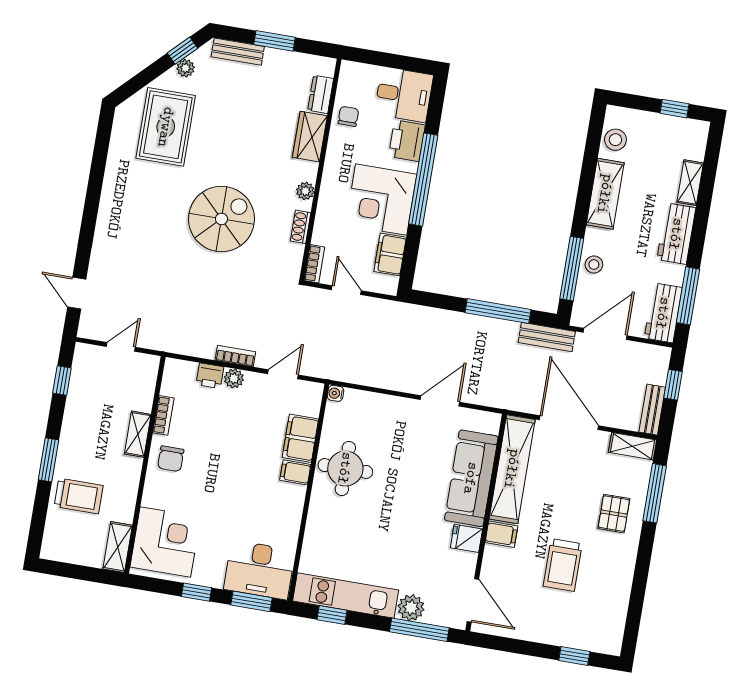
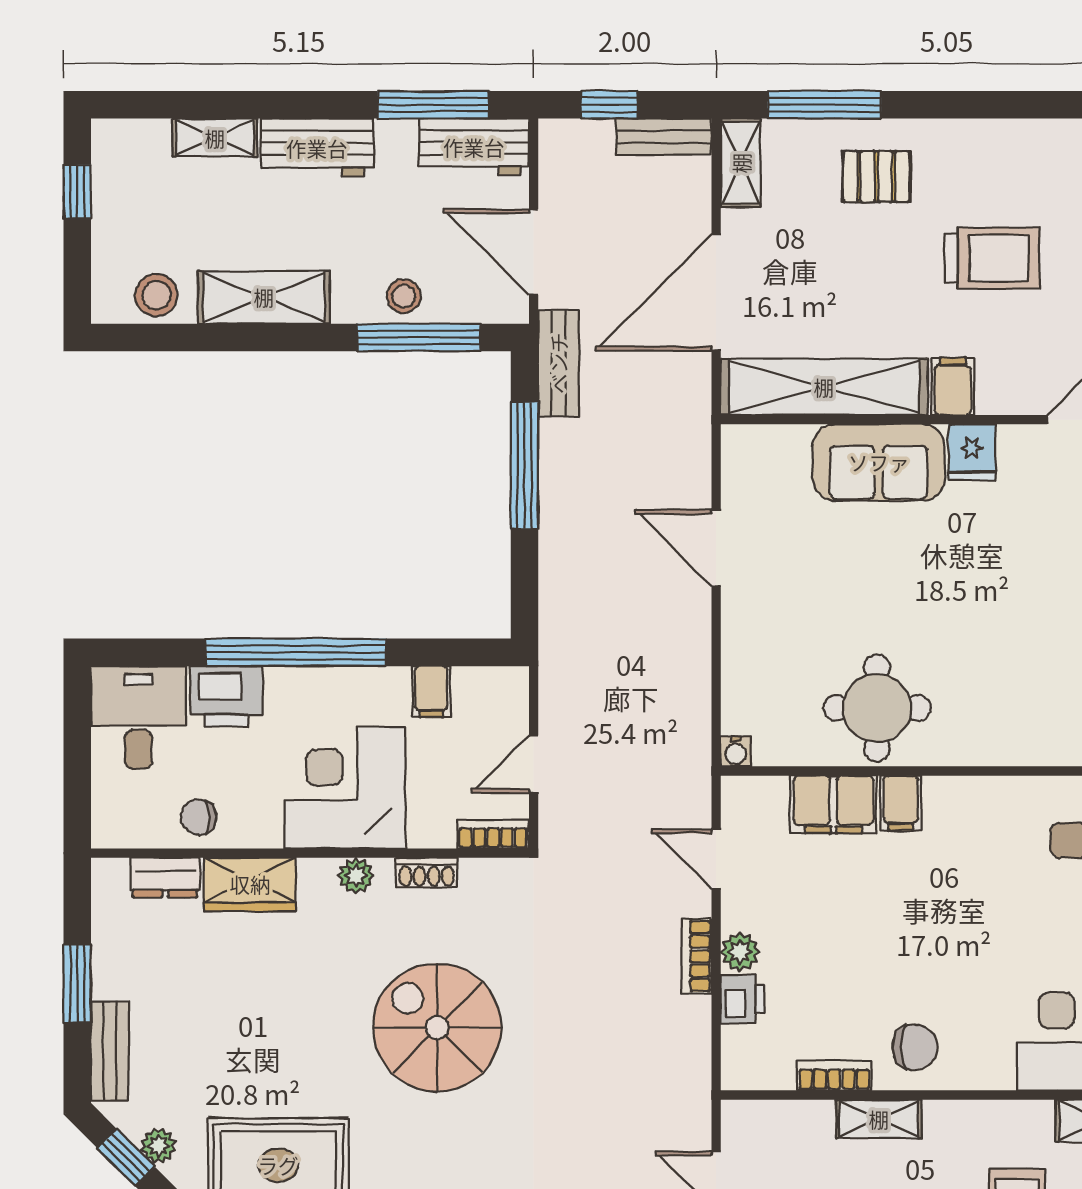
corner desk: (381, 200) -> (345, 788), moved, turned 180
filing cabinet: (390, 254) -> (431, 692), width x0.50
sofa: (471, 478) -> (879, 462), width x0.73

